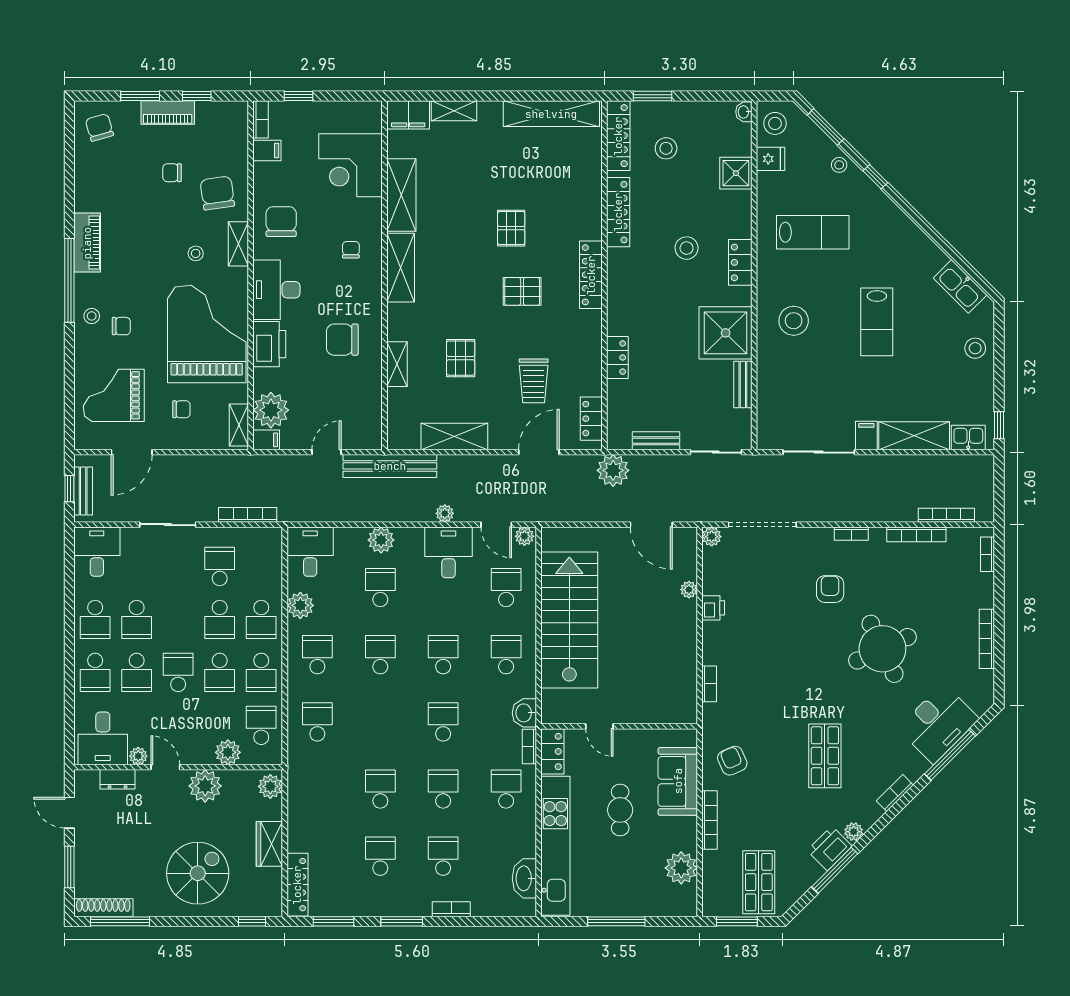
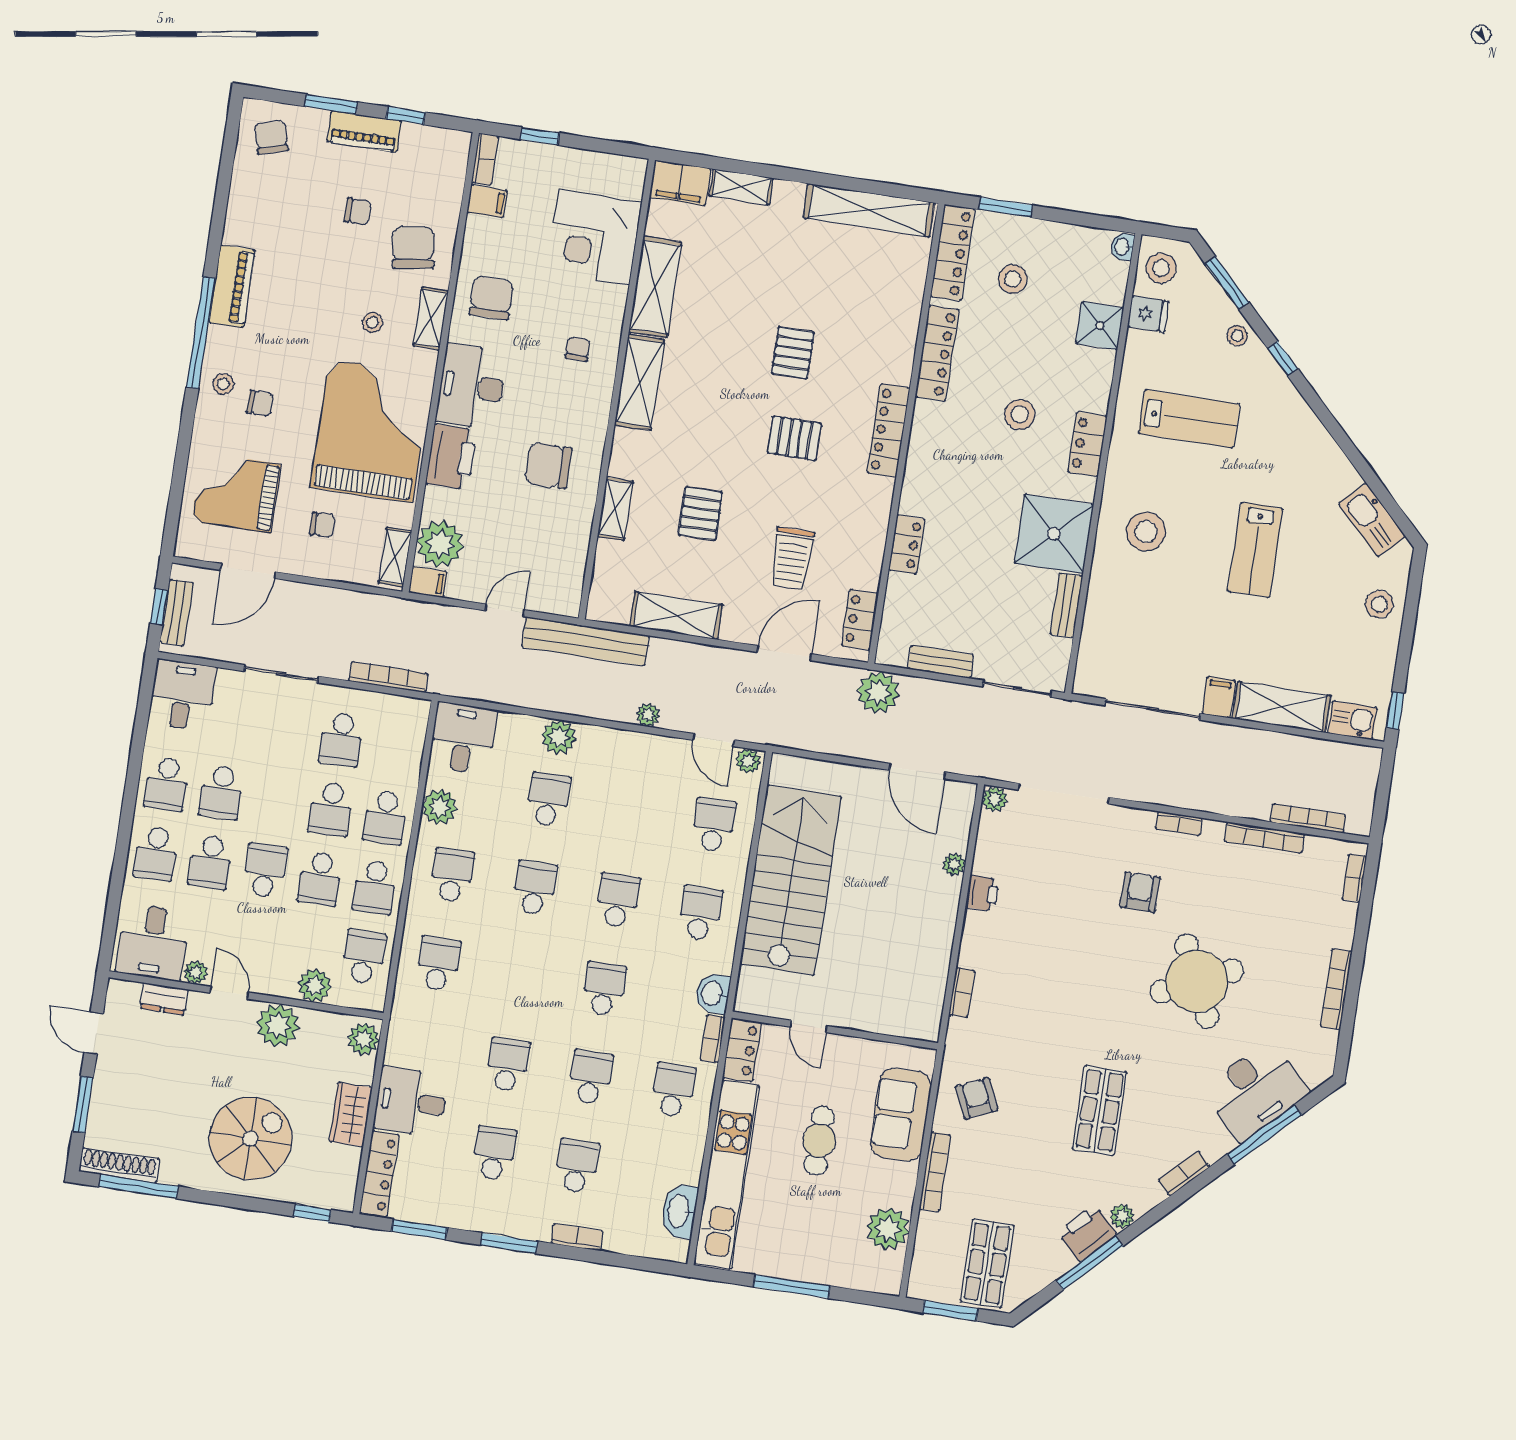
chair: (172, 173) -> (358, 212), turned 180
desk: (449, 552) -> (411, 1102), moved, turned -90
school desk: (220, 566) -> (341, 739), turned 180

